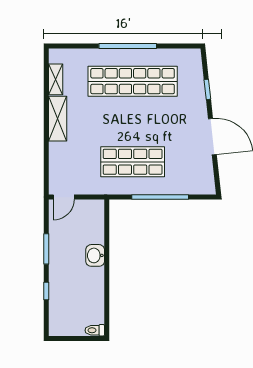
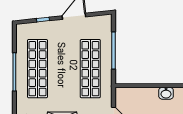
shop shelf: (133, 162) -> (90, 69), width x1.40
washbasin: (95, 255) -> (166, 93), moved

